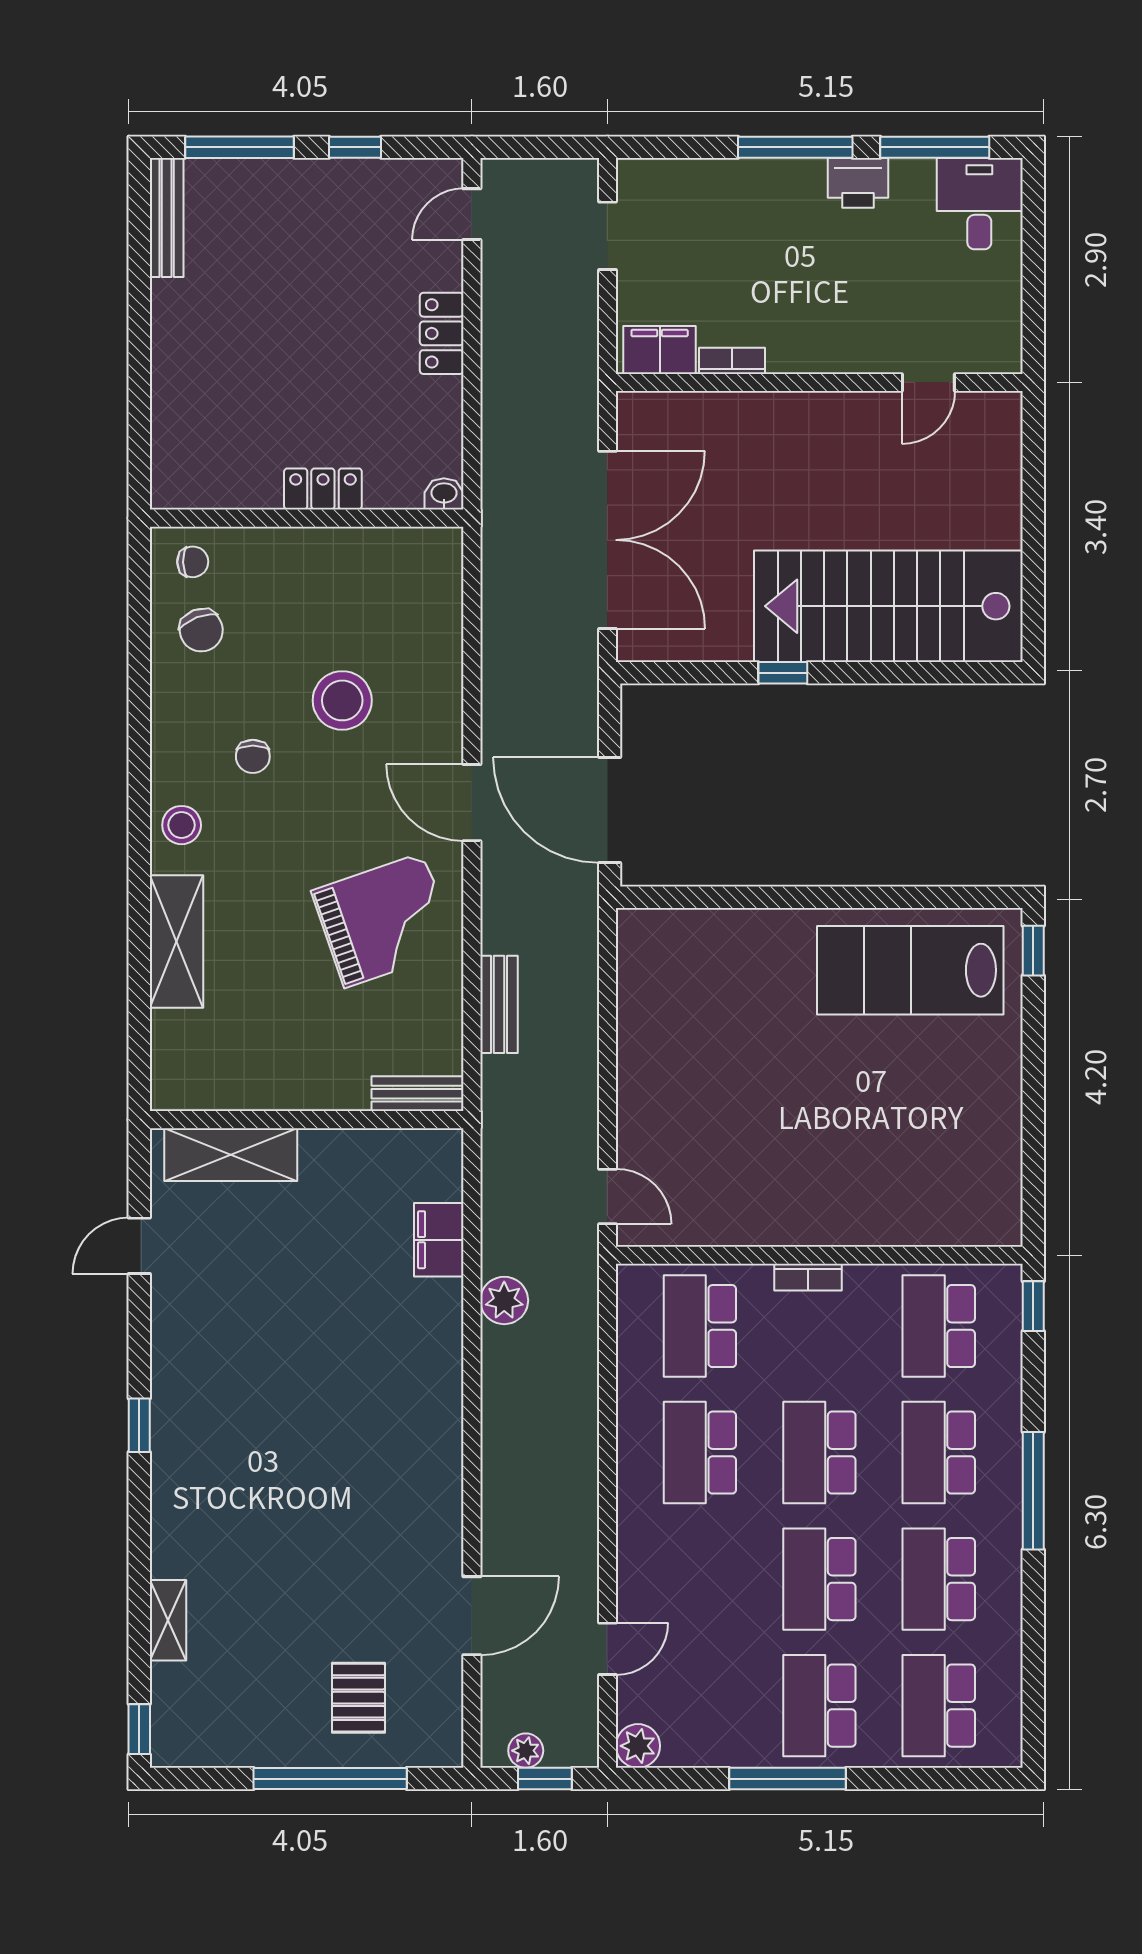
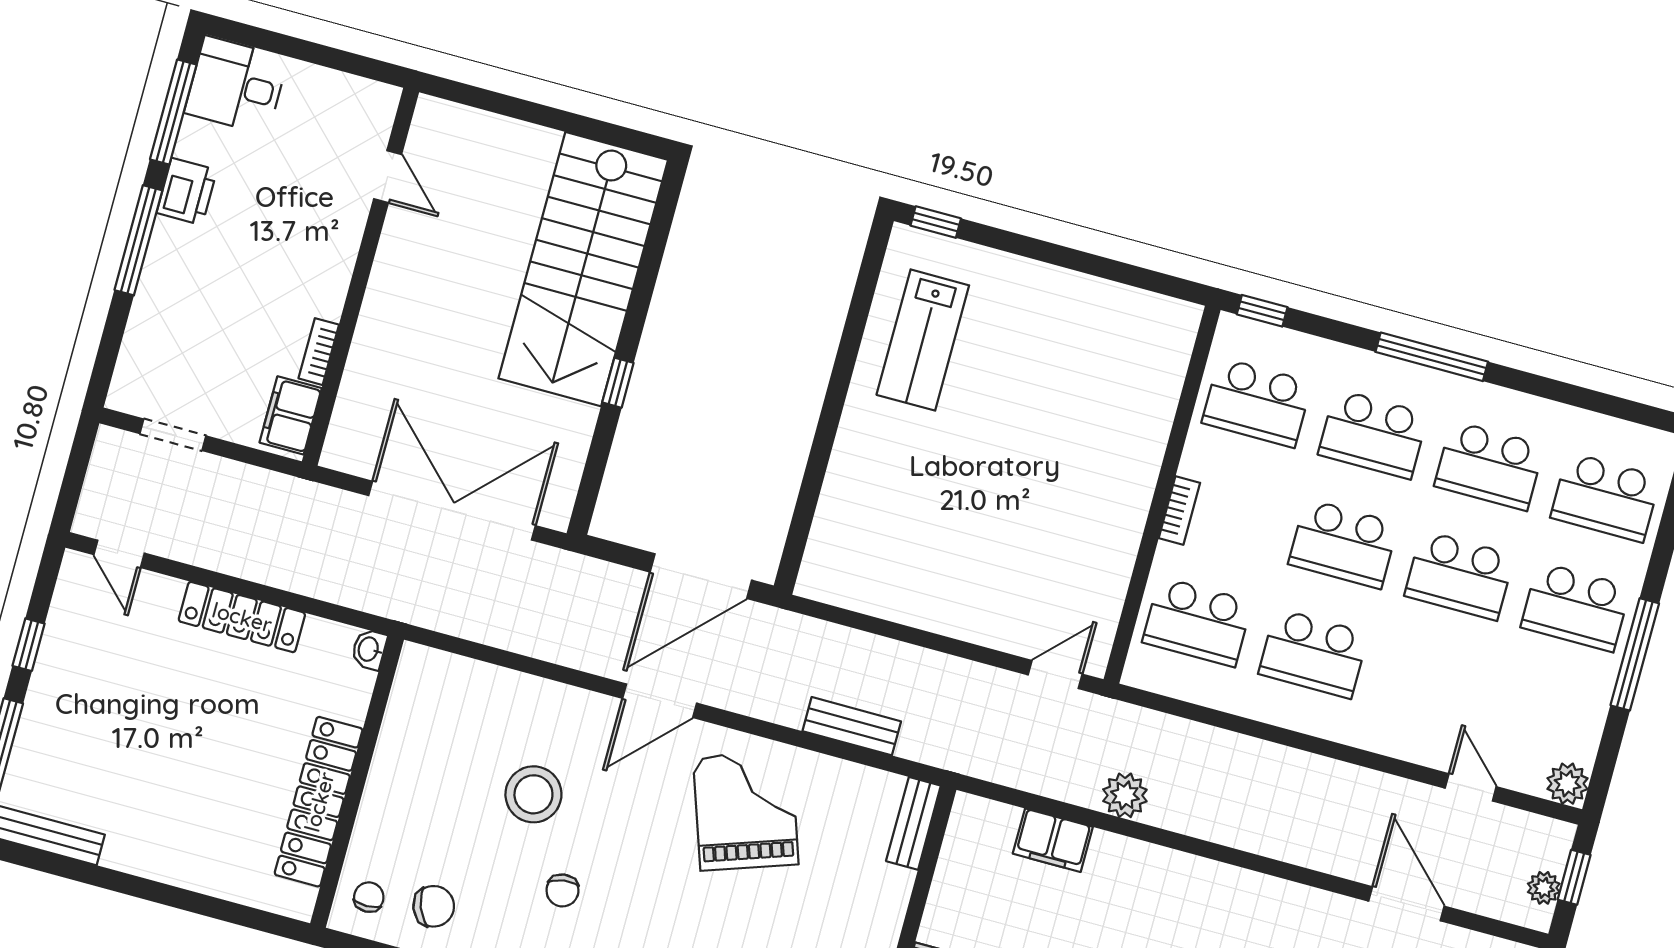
locker: (442, 333) -> (242, 617), width x1.53
locker: (323, 489) -> (319, 802), width x2.16, depth x1.21
chair: (253, 756) -> (562, 890), turned 82
lab bench: (910, 970) -> (923, 340), width x0.73, depth x0.72

